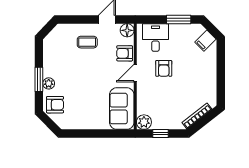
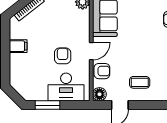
desk: (155, 38) -> (66, 87), width x1.37
filing cabinet: (205, 41) -> (18, 46), moved, turned 45

